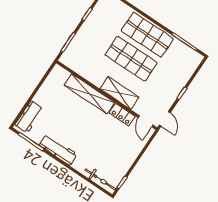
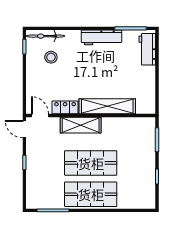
stool: (107, 161) -> (51, 57), added

